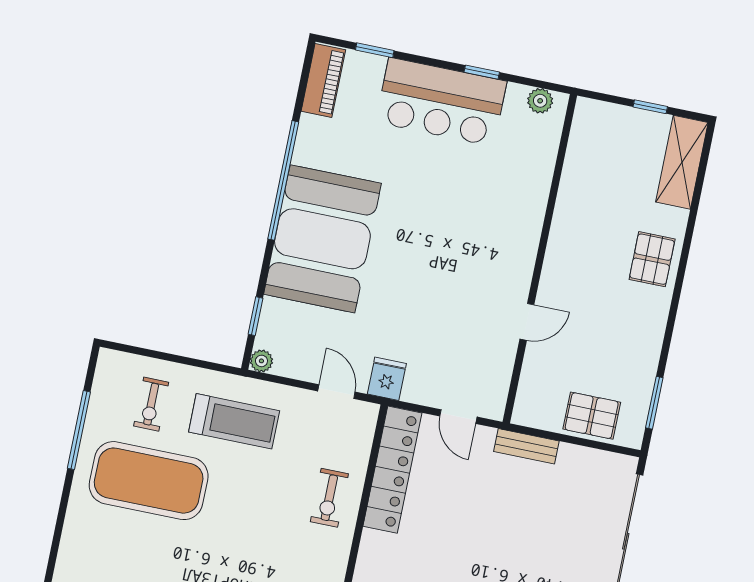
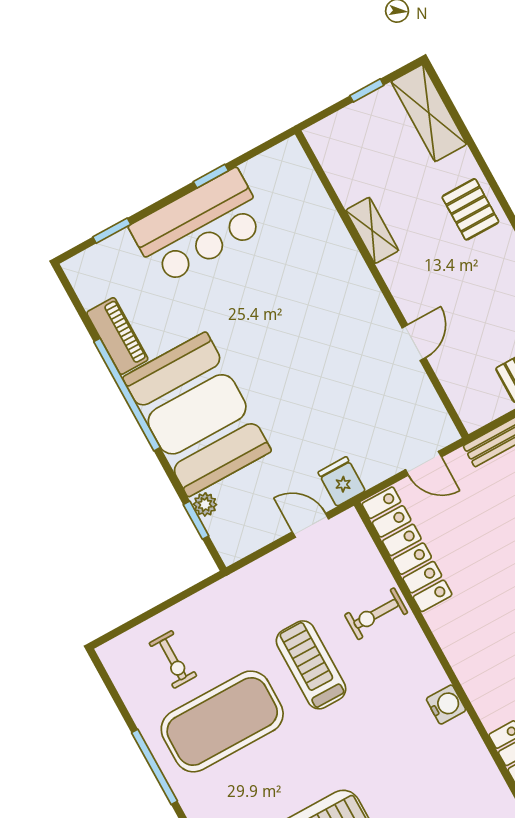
piano: (323, 81) -> (117, 336), moved
plant: (540, 101) -> (276, 160), removed
shelving: (567, 213) -> (372, 230), added
plant: (261, 361) -> (205, 504), moved
treadmill: (234, 421) -> (311, 665), moved, turned -90
window: (79, 430) -> (155, 767), moved
exercise bike: (329, 498) -> (376, 614), turned 90

